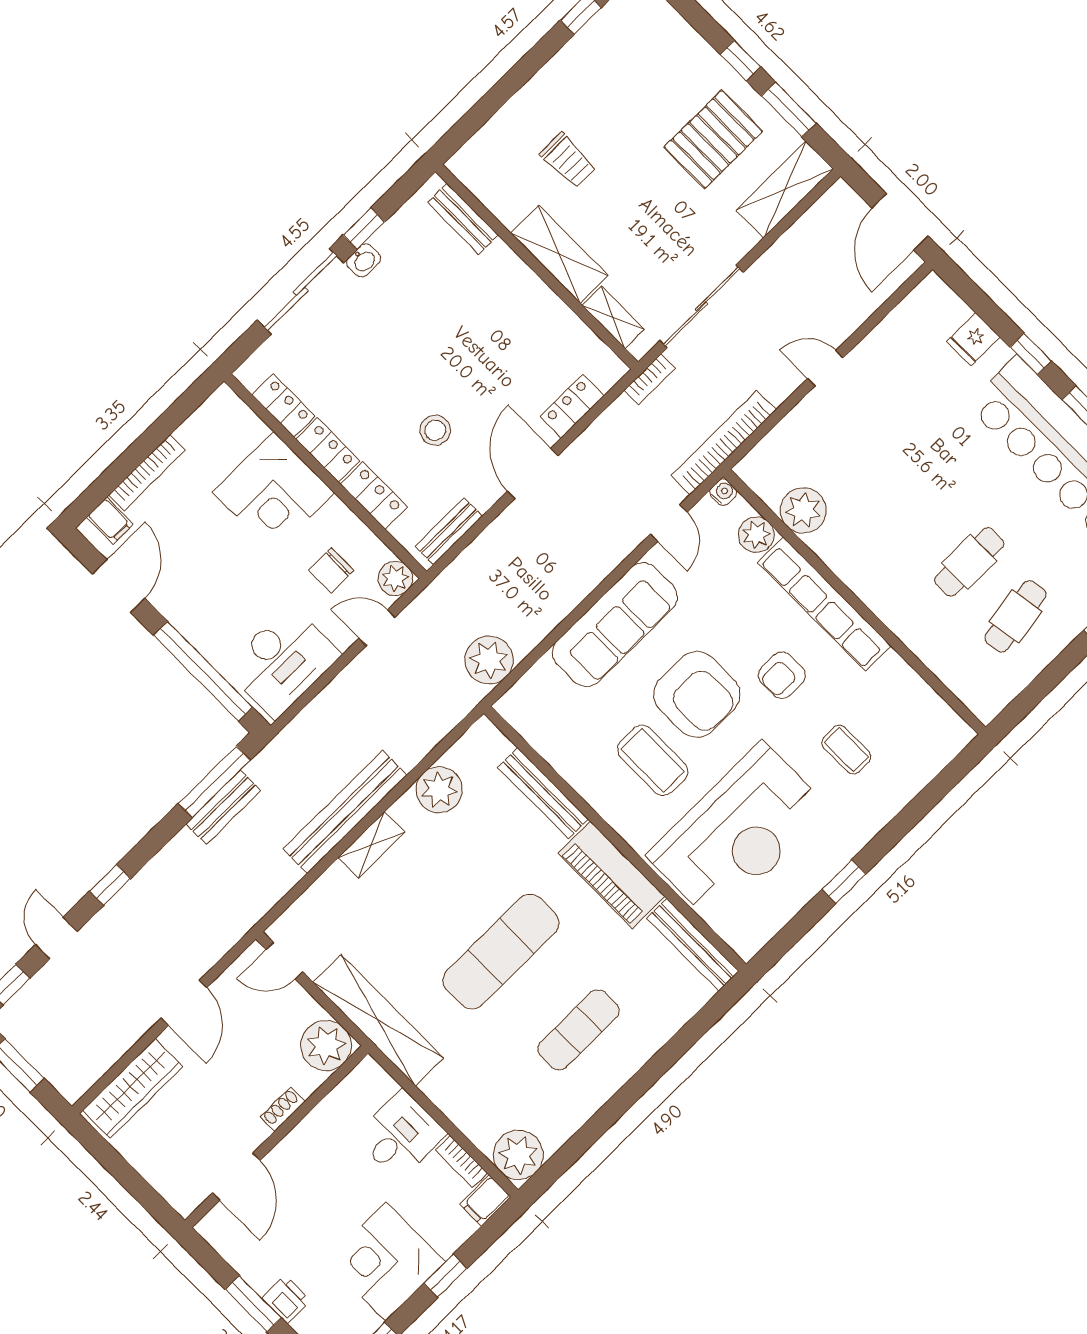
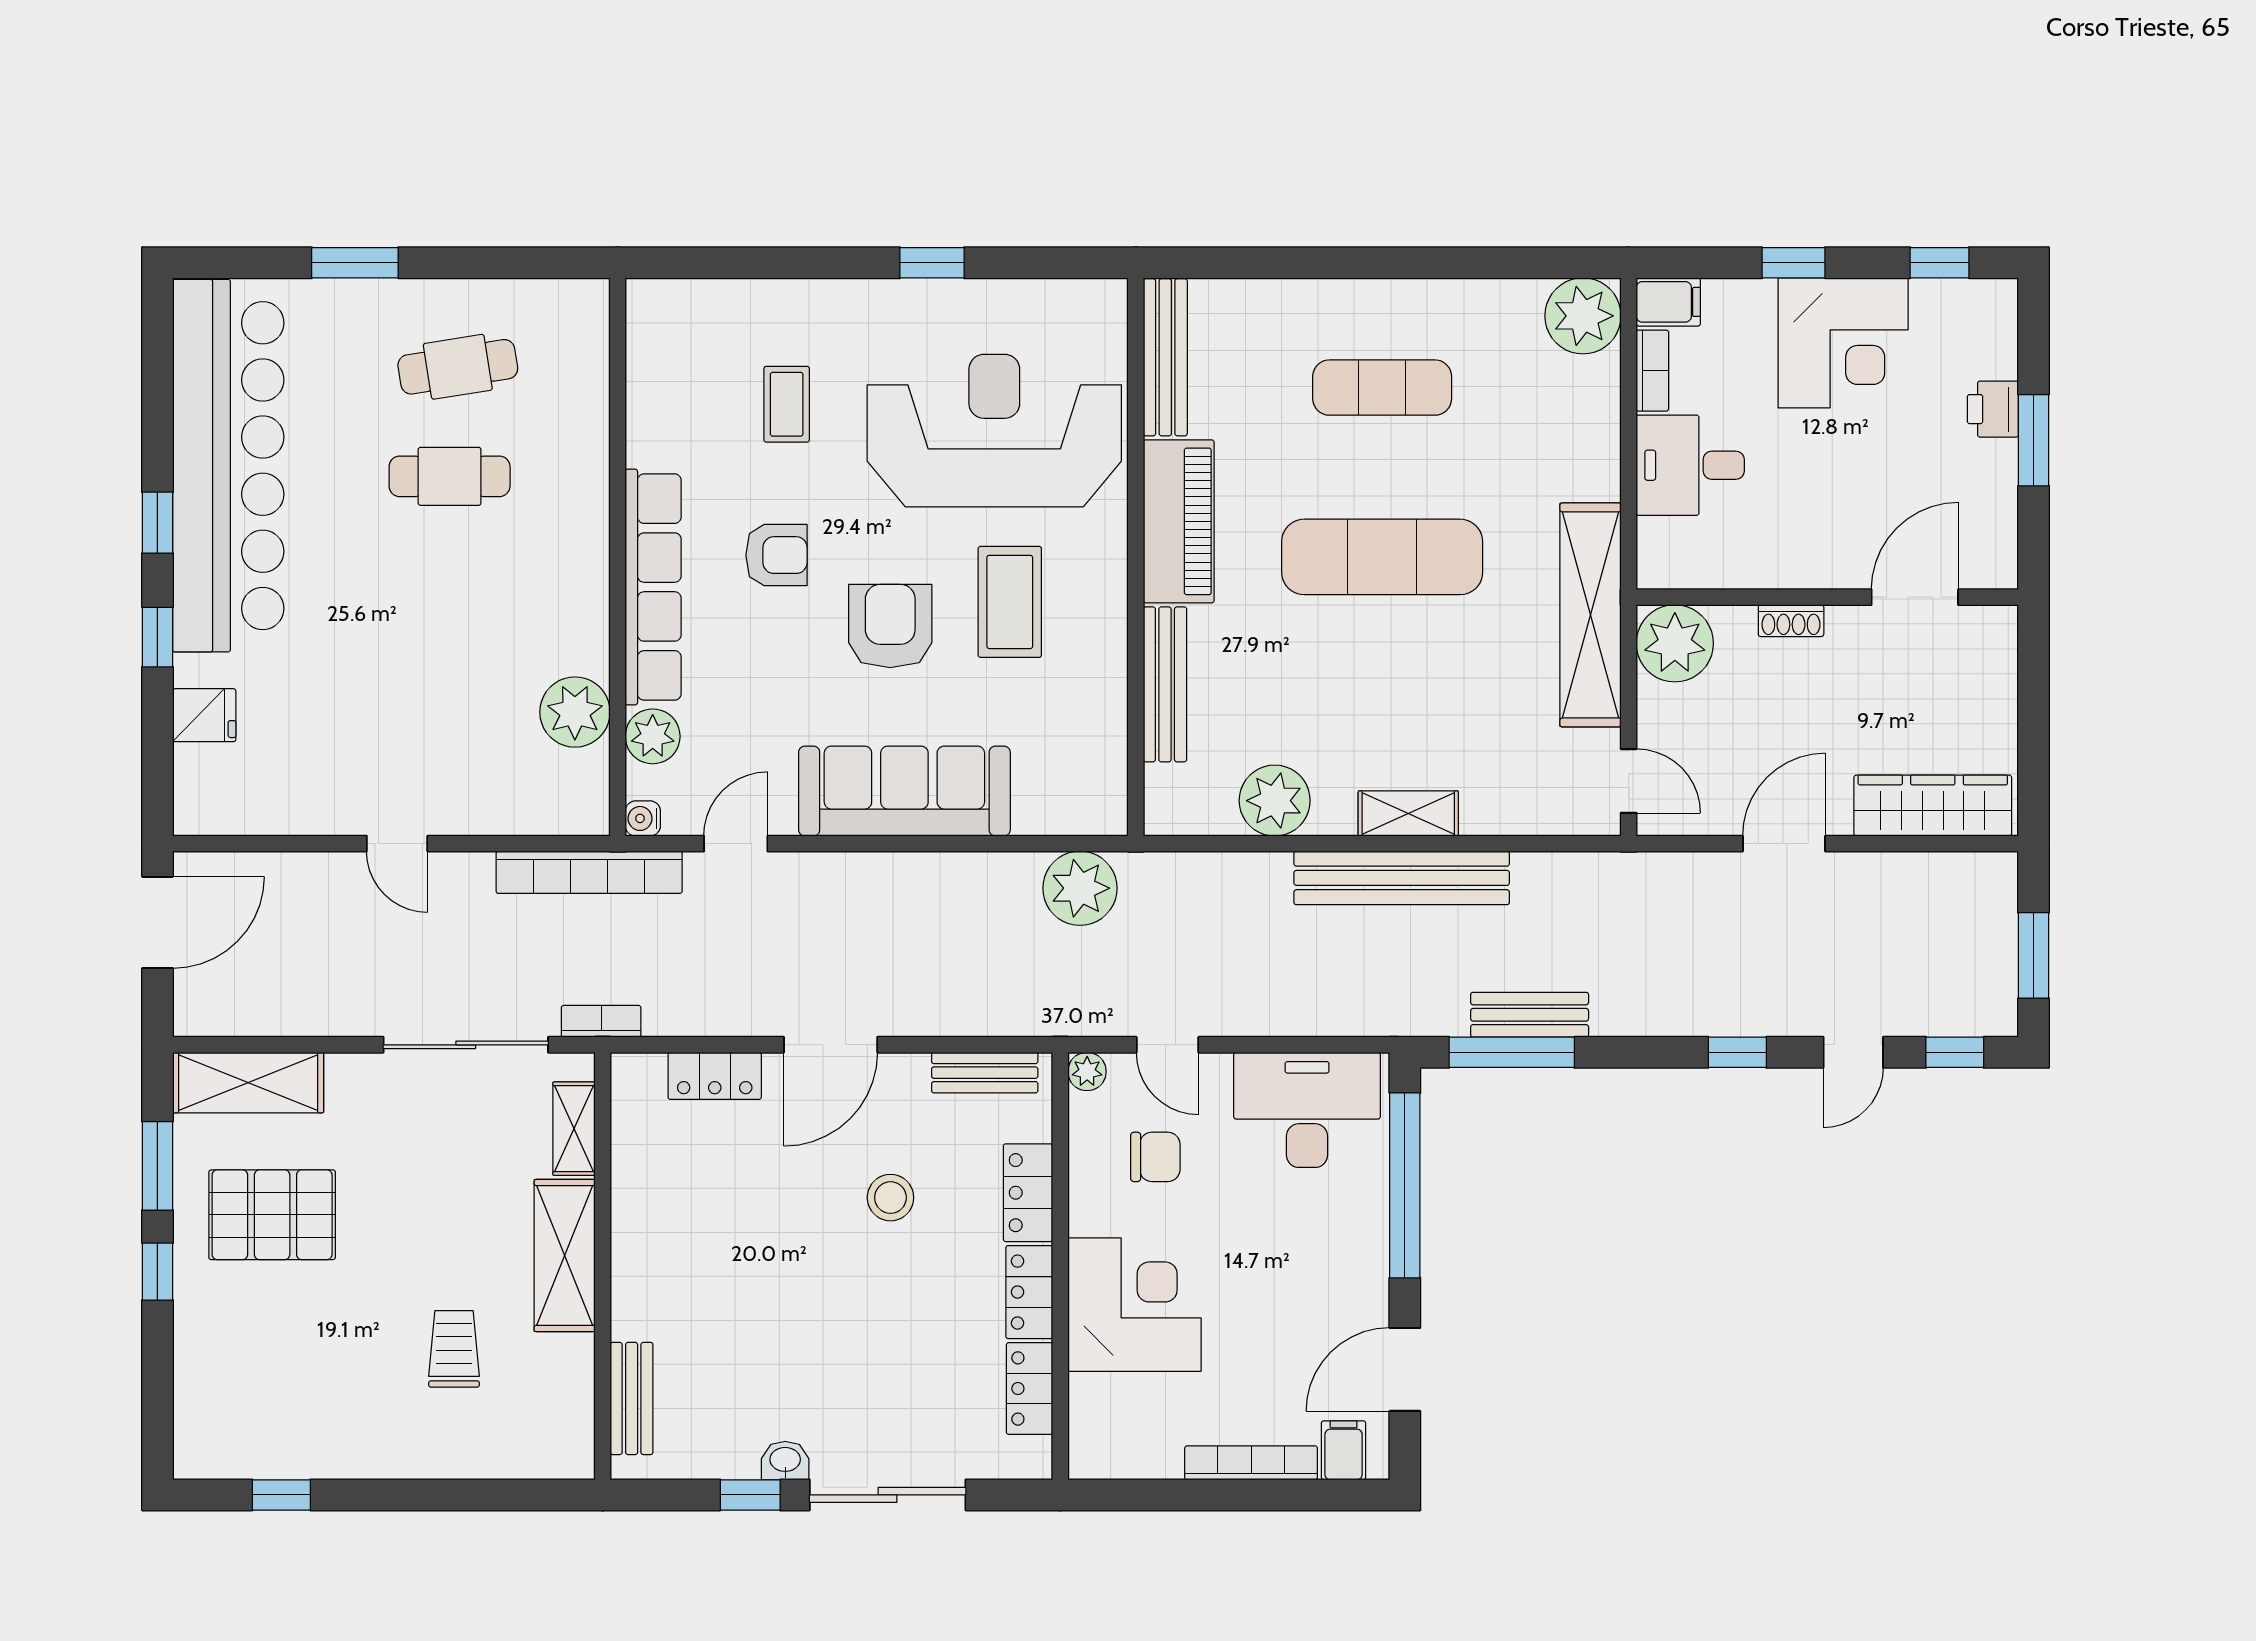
plant: (395, 578) -> (1087, 1072), width x0.73, depth x0.73
armchair: (697, 694) -> (890, 626), width x0.73, depth x0.73

